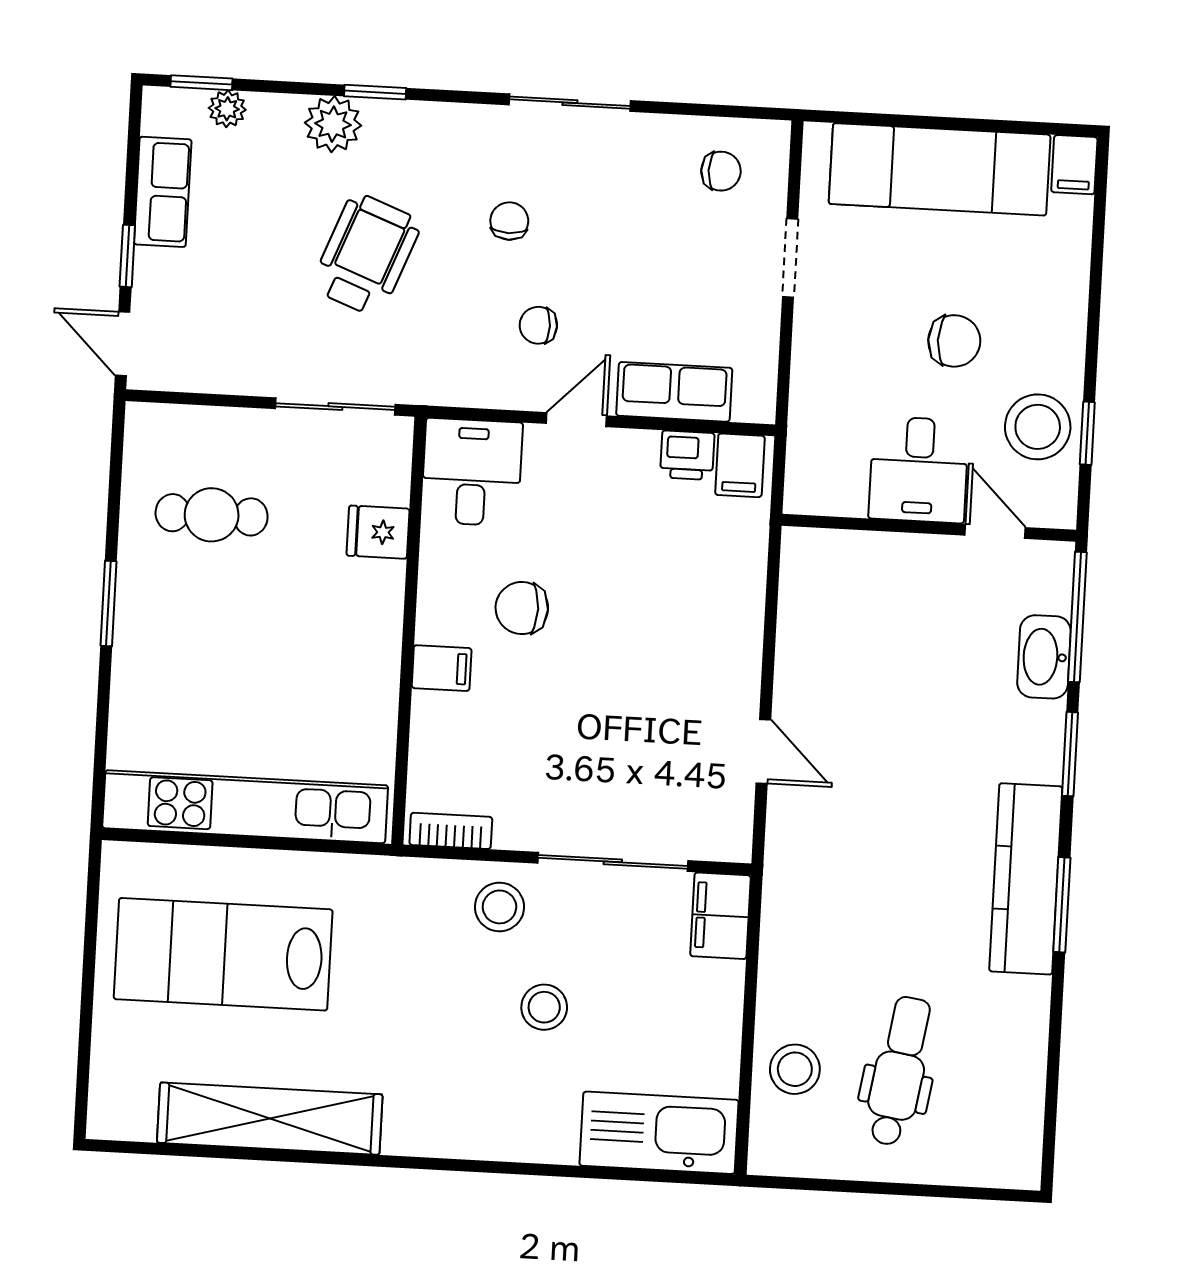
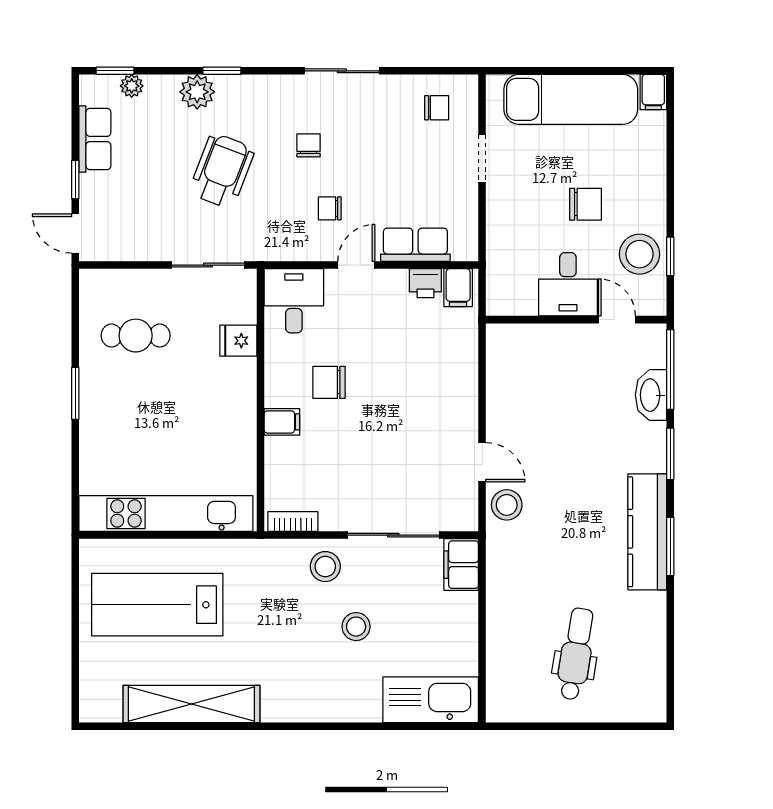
stool: (795, 1069) -> (507, 505), moved

